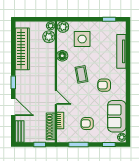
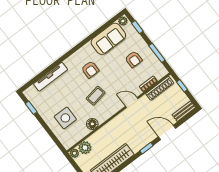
plant: (63, 27) -> (67, 142), removed
door: (56, 98) -> (132, 102), hinge flipped
door: (13, 107) -> (167, 132), hinge flipped

